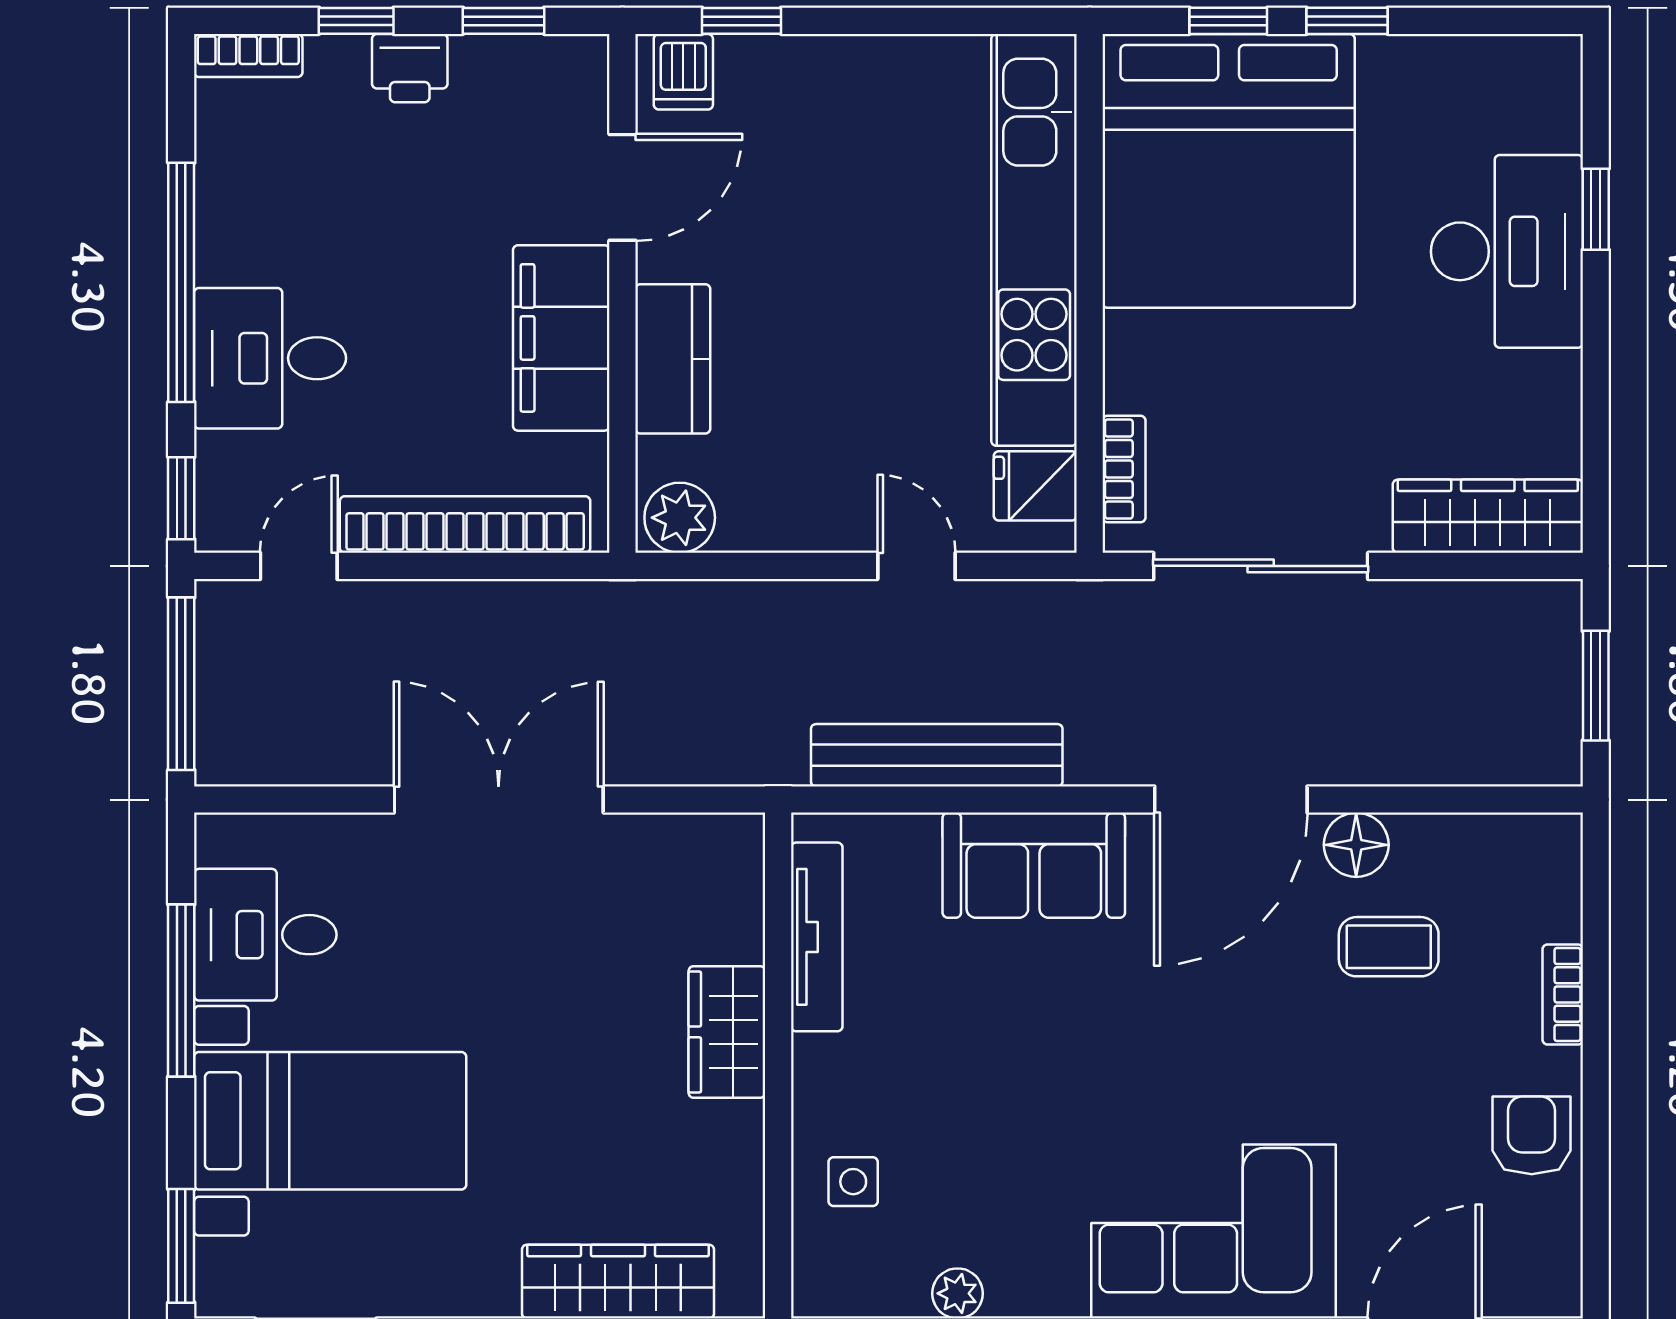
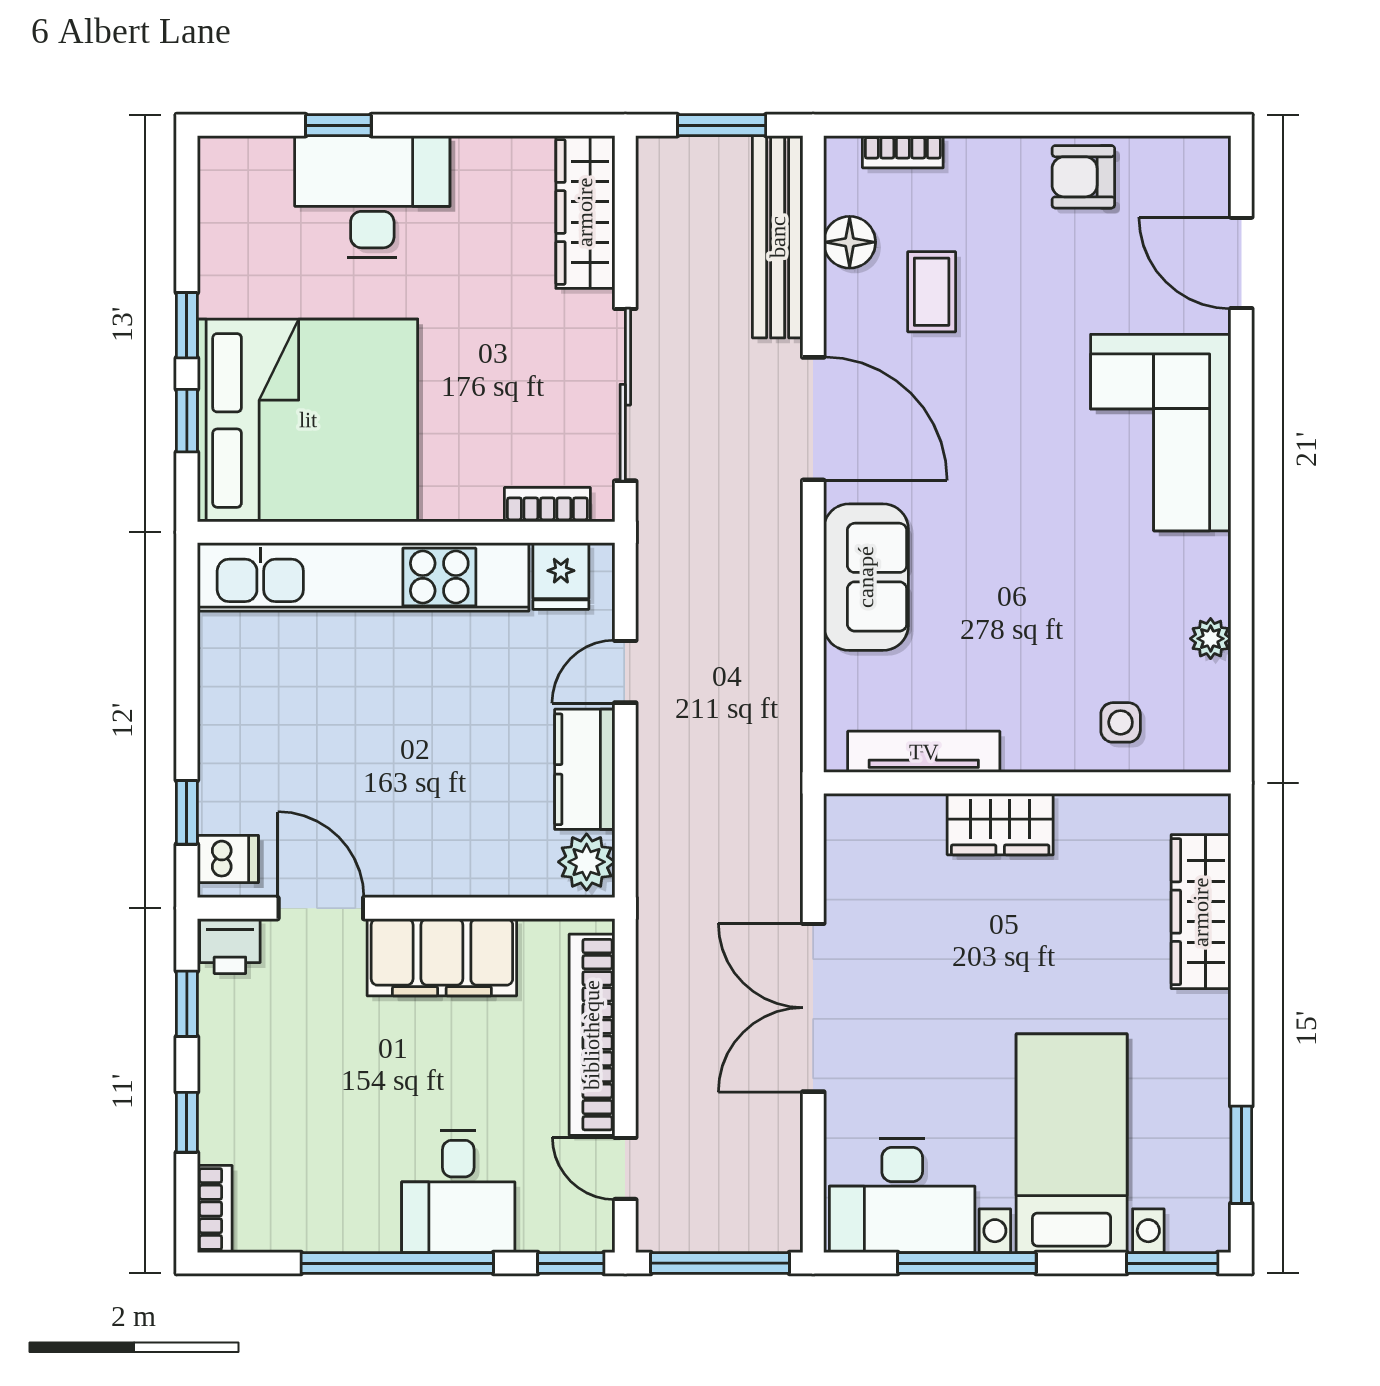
printer: (410, 68) -> (230, 946), moved, turned 90
kitchen counter: (673, 359) -> (585, 769), moved, turned -90
bench: (937, 755) -> (778, 237), moved
floor lamp: (1356, 845) -> (850, 242), moved
desk: (265, 935) -> (902, 1195), width x1.37
bookcase: (1563, 994) -> (903, 152), moved

